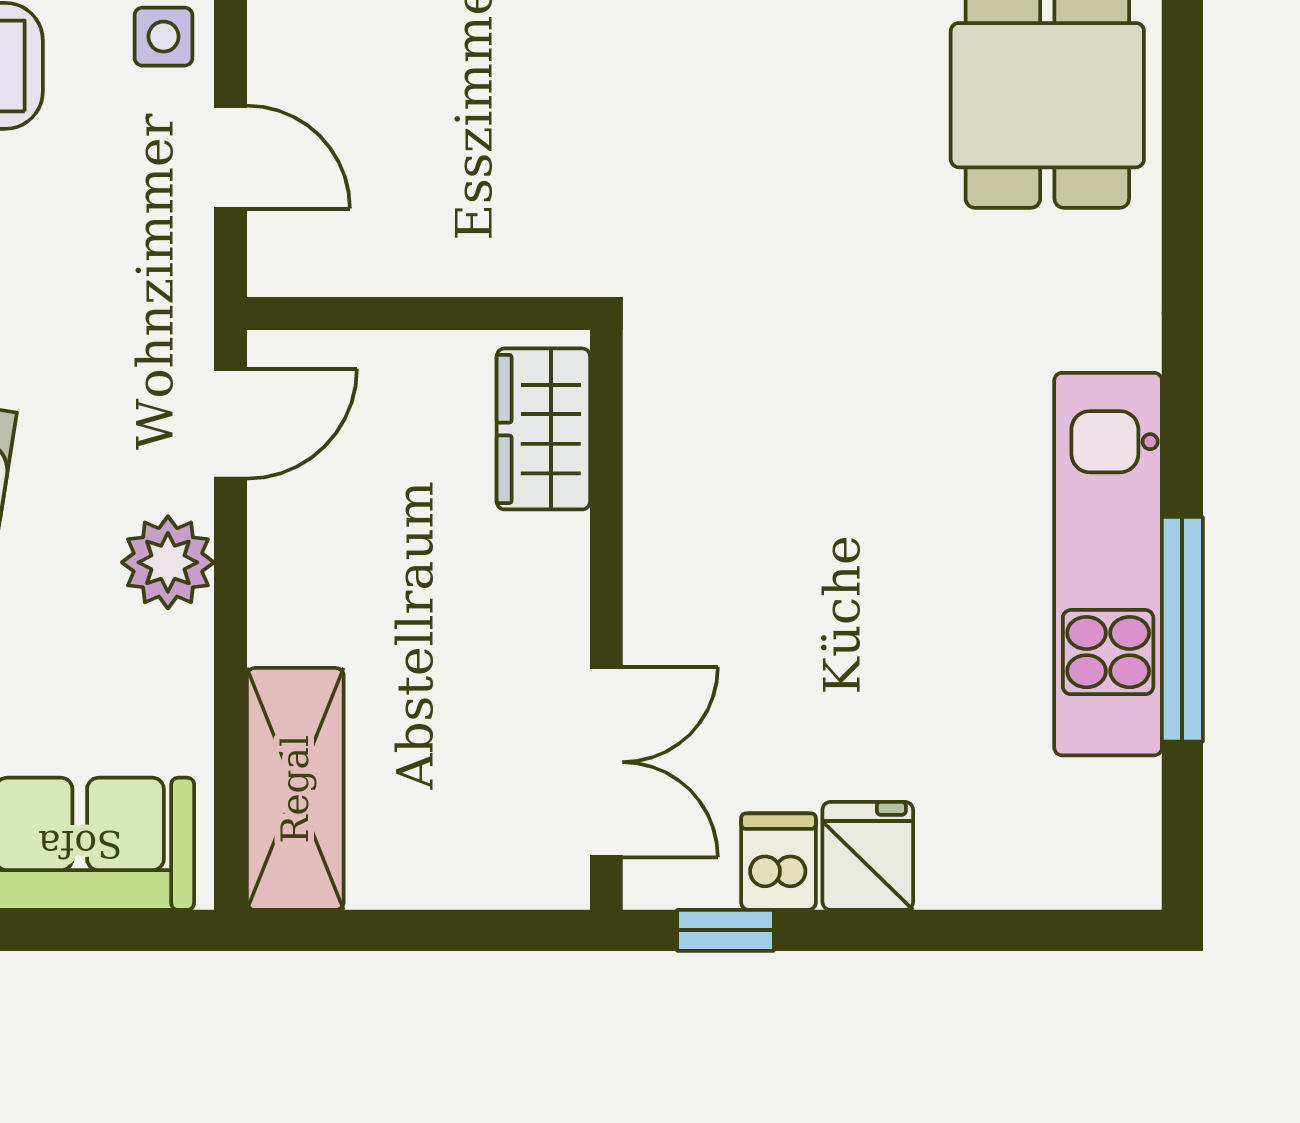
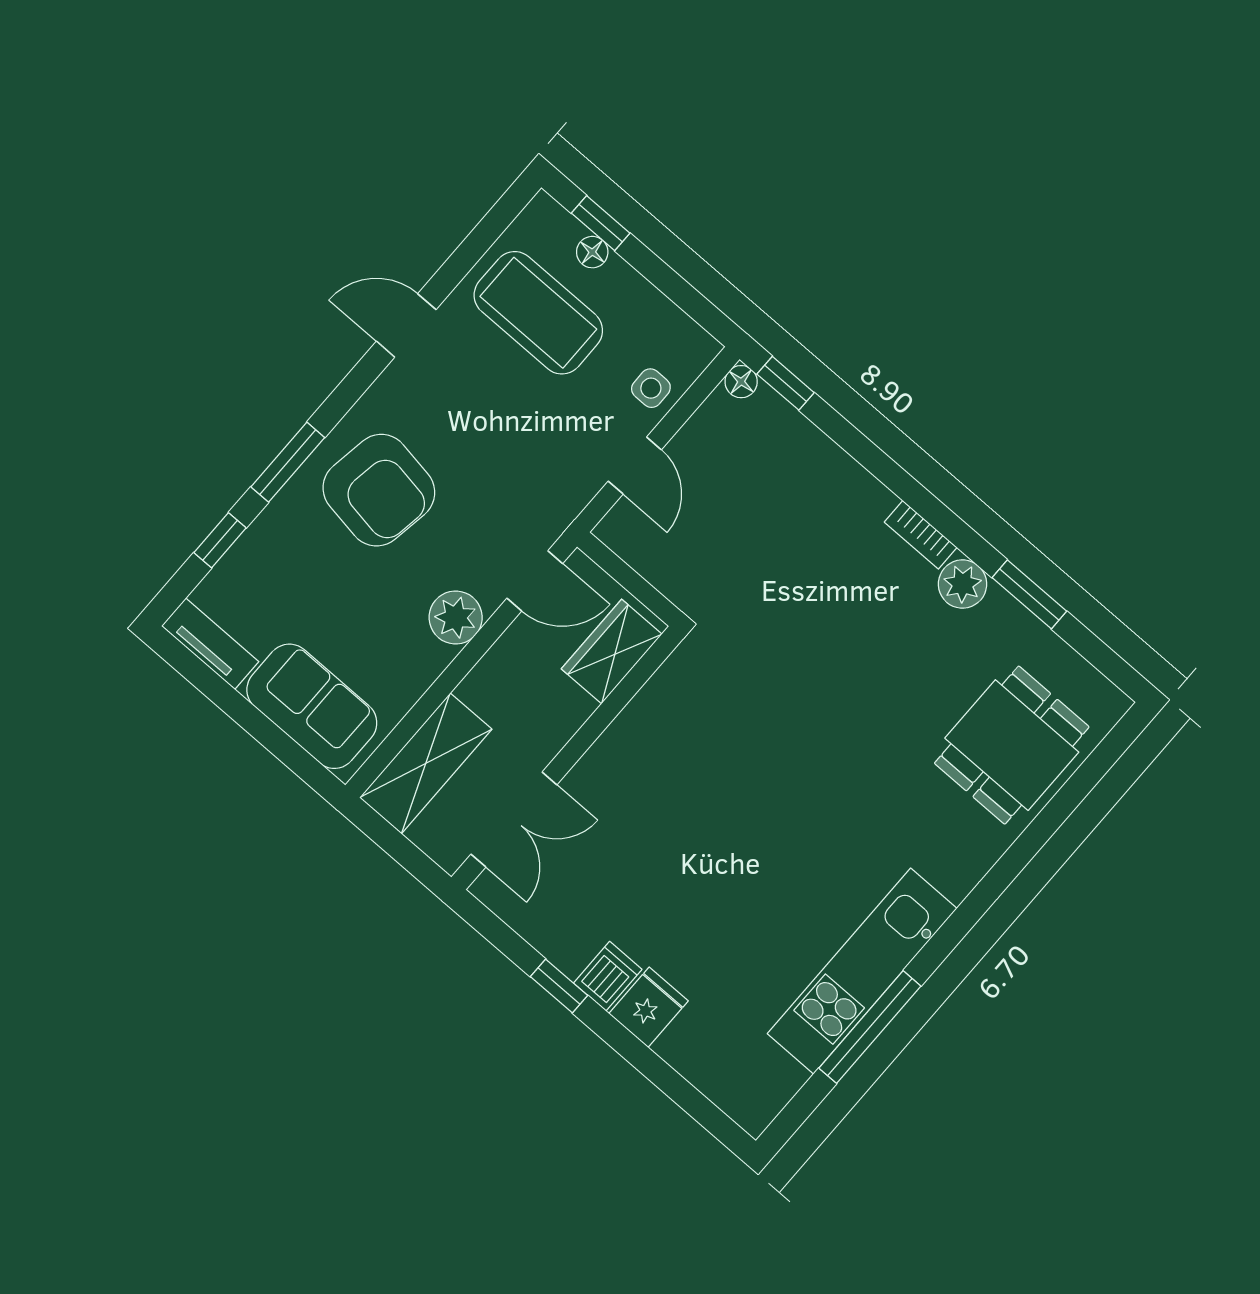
wardrobe: (543, 429) -> (612, 652), moved
wall: (606, 620) -> (567, 758), moved
double door: (606, 762) -> (514, 819), moved

